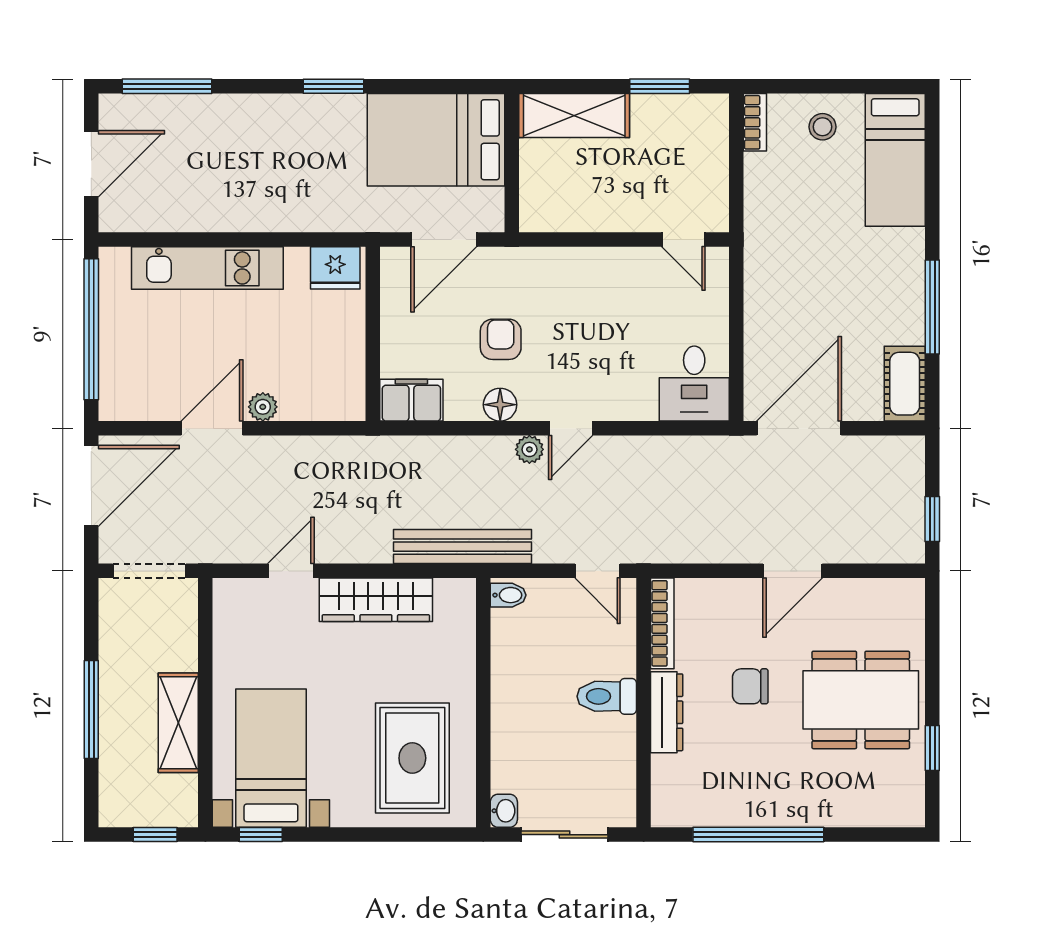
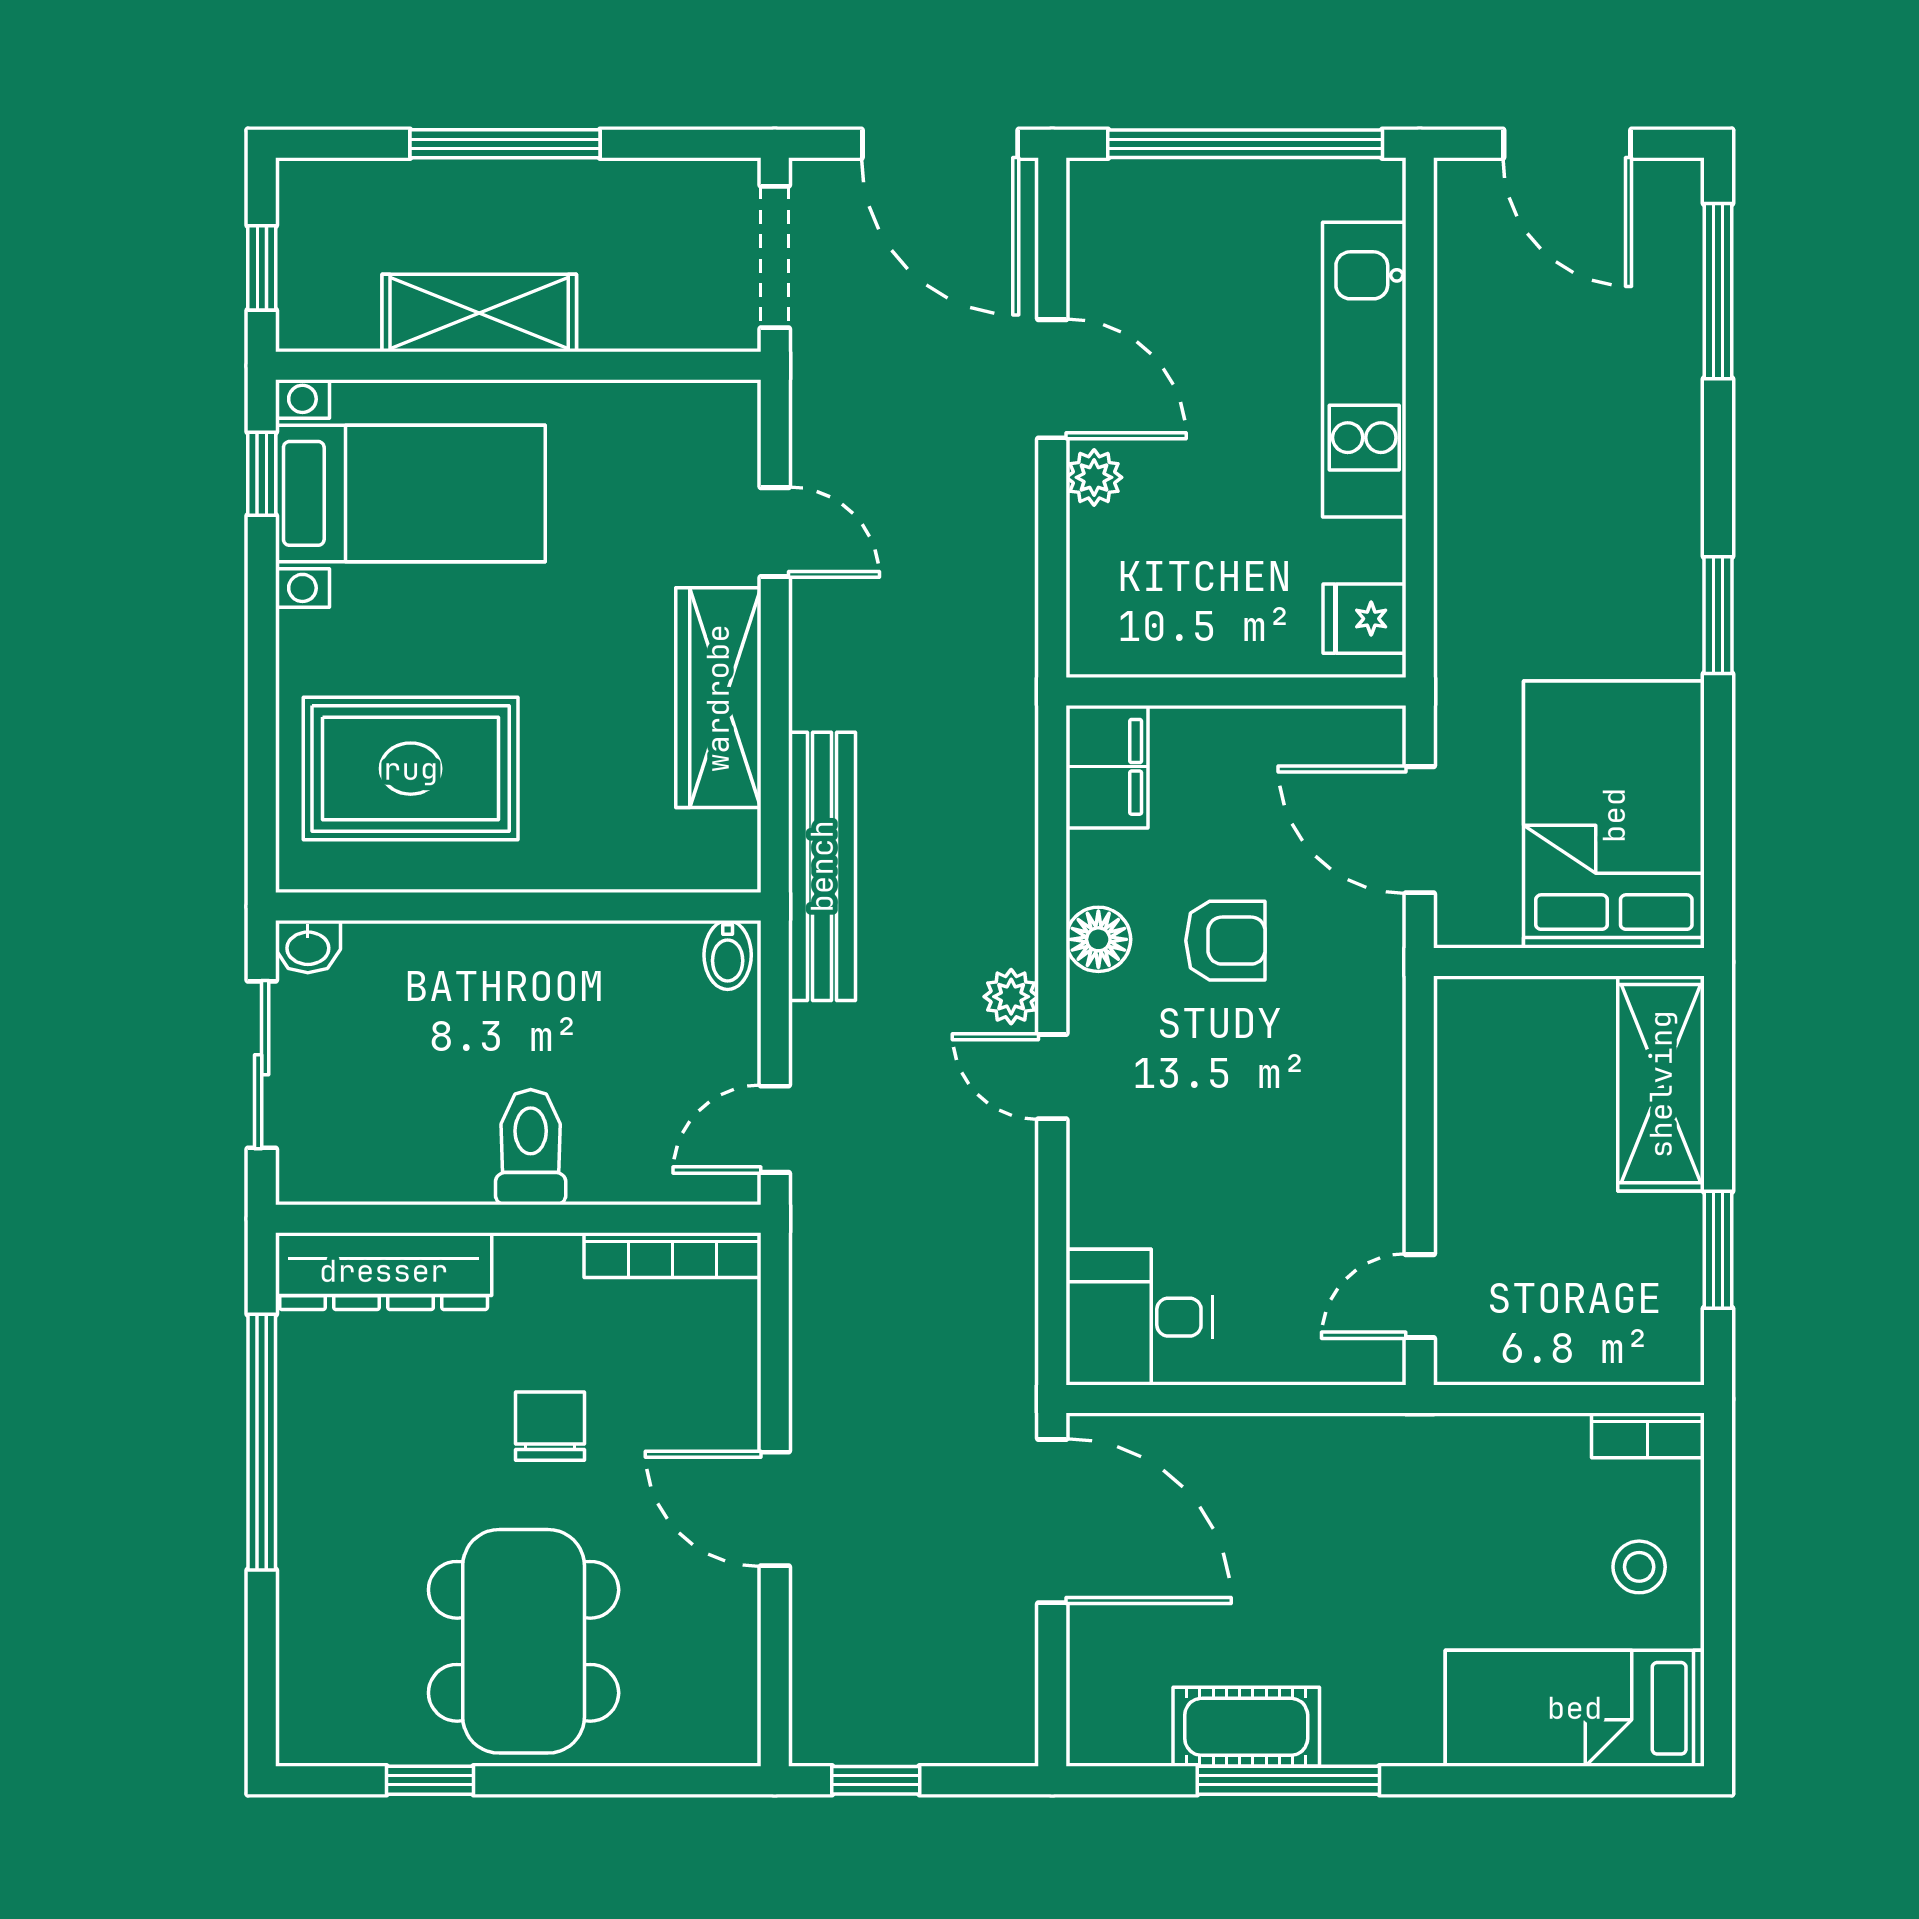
fridge: (335, 268) -> (1364, 619), width x0.72
cot: (905, 384) -> (1246, 1727), moved
dresser: (667, 712) -> (384, 1271), moved, width x1.37, depth x1.24

